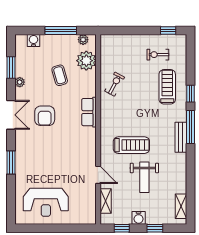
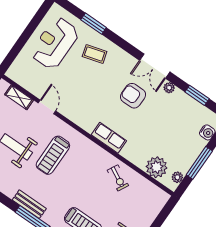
coffee table: (60, 75) -> (95, 54), moved
plant: (20, 82) -> (169, 88), moved
window: (11, 163) -> (94, 24), moved
door: (98, 175) -> (47, 107), swing flipped

